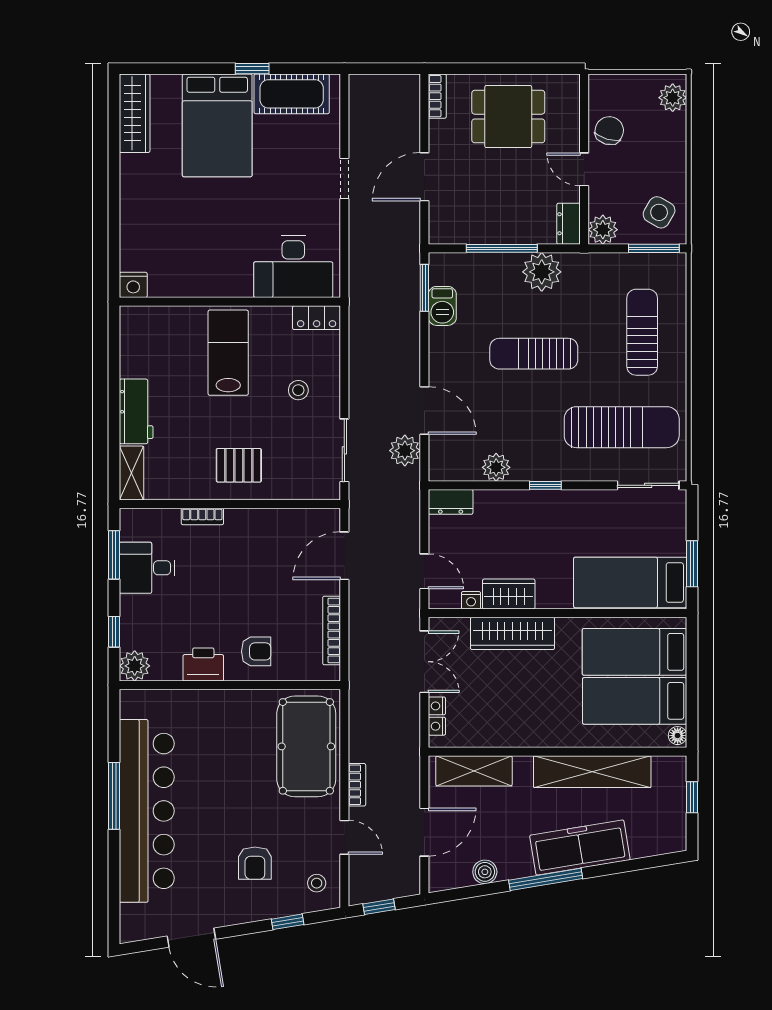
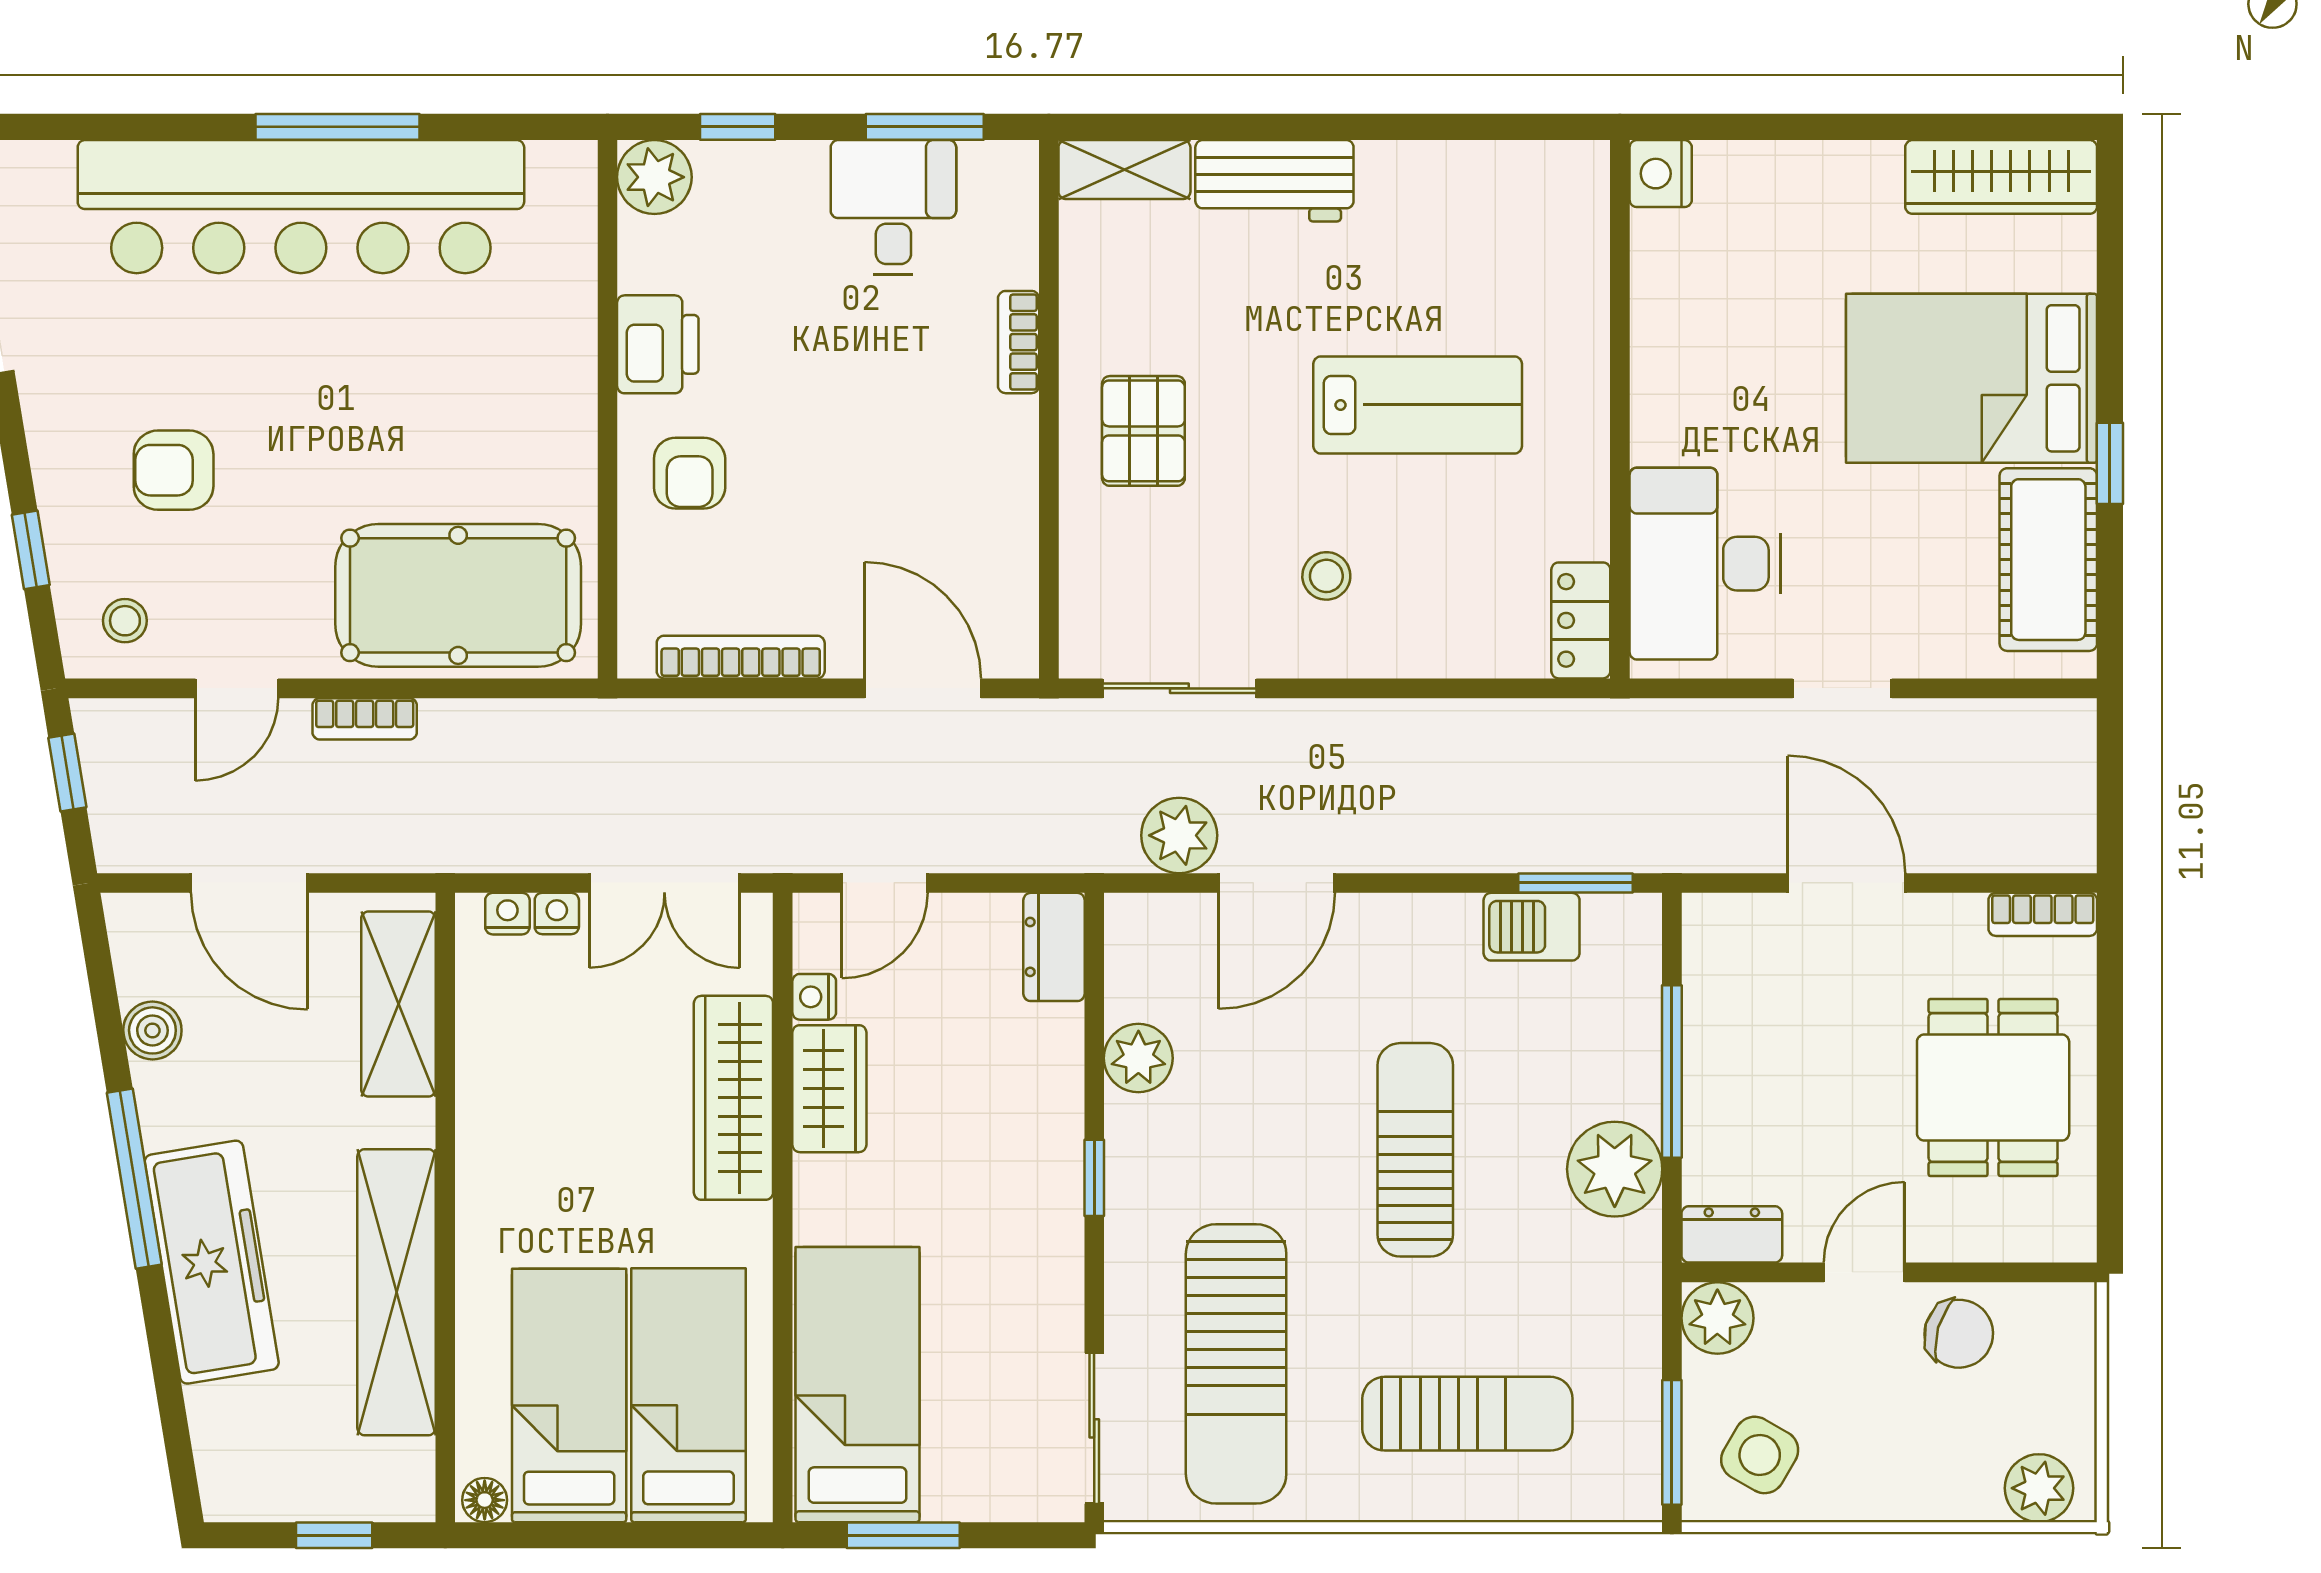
desk: (293, 267) -> (1705, 564), moved
nightstand: (133, 285) -> (1661, 174), moved
wall: (230, 302) -> (1620, 409), moved
locker: (317, 318) -> (1581, 620), moved

